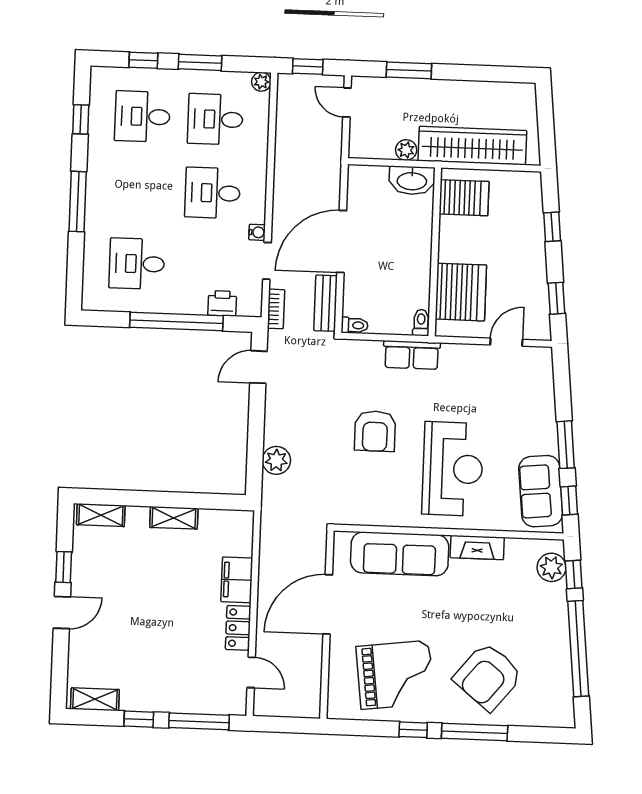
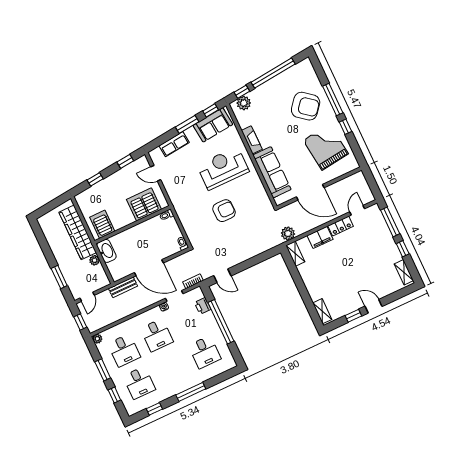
bench: (326, 303) -> (123, 287), moved
row of seats: (412, 355) -> (174, 144), moved, turned 84
plant: (276, 460) -> (288, 233), moved
shelving: (174, 518) -> (295, 254), moved

